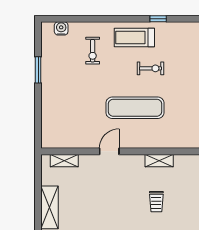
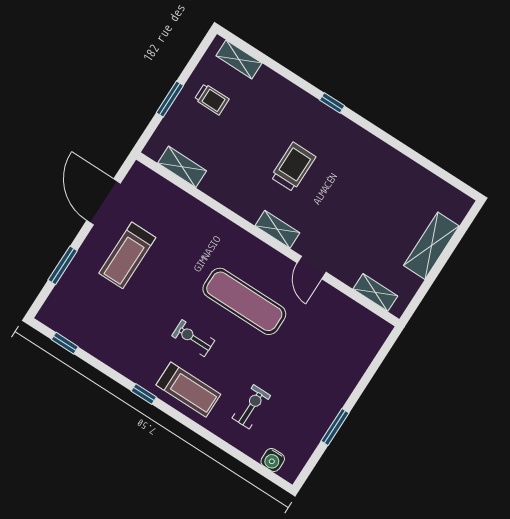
door: (109, 151) -> (312, 268), hinge flipped
shelving: (159, 161) -> (277, 229), moved
trolley: (156, 202) -> (293, 167), width x1.36, depth x1.39

